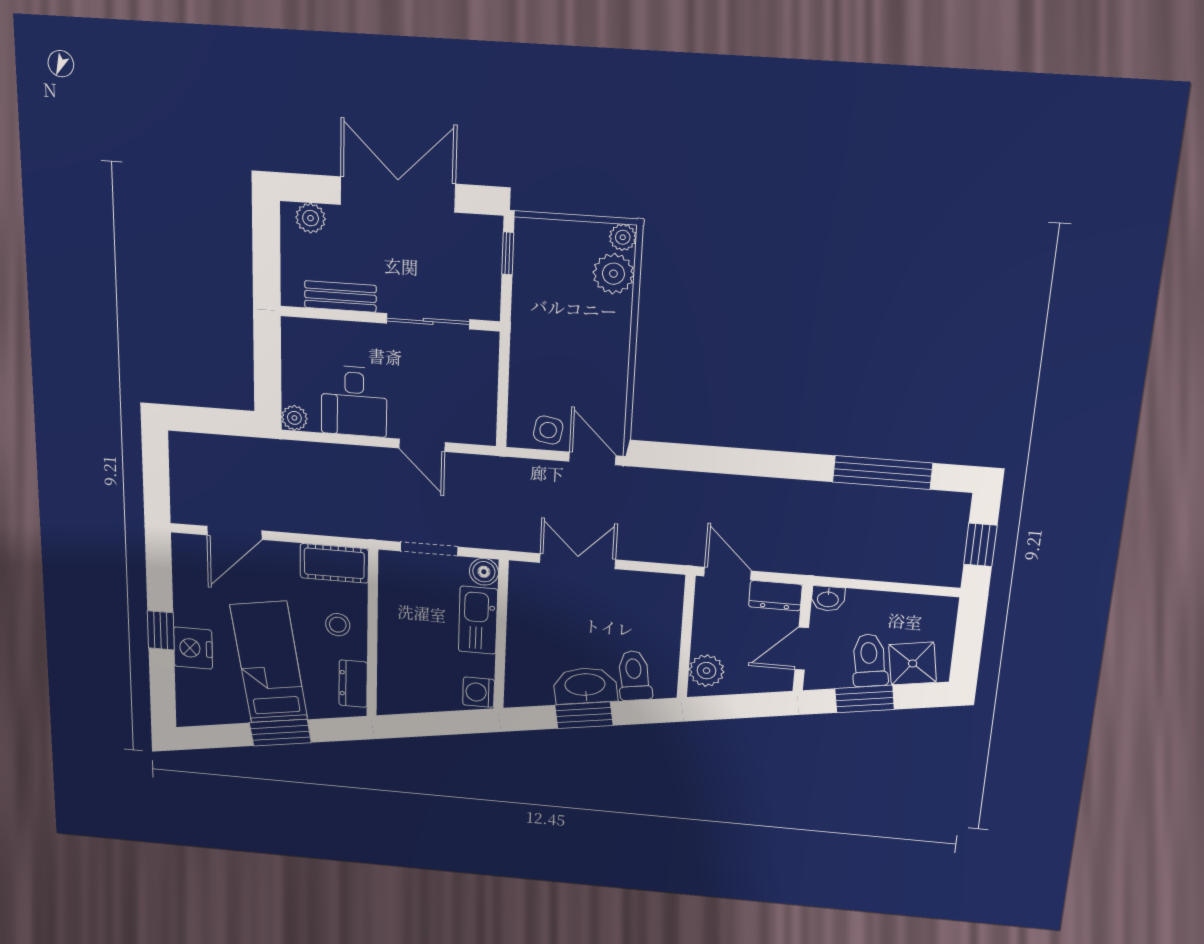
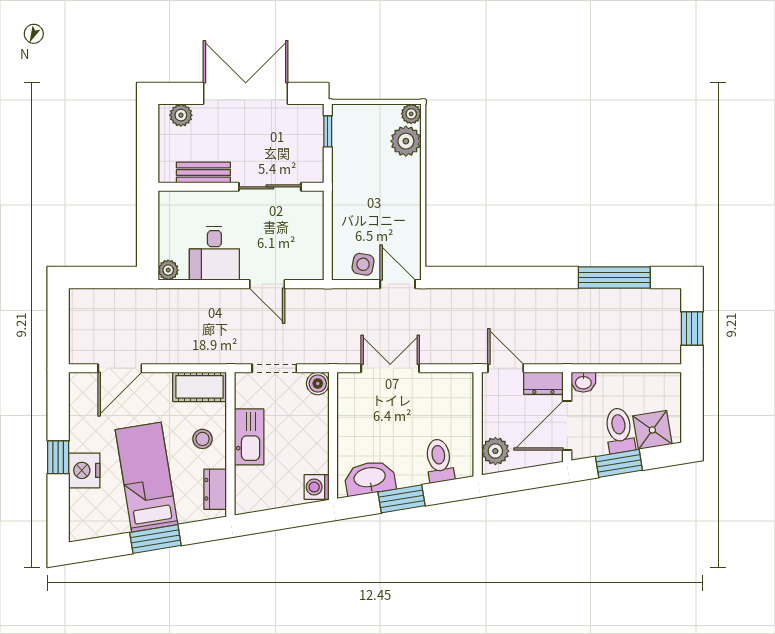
kitchen sink: (478, 620) -> (249, 437), moved, turned 180
door: (802, 649) -> (567, 426), width x1.38
washbasin: (585, 686) -> (370, 478), moved

